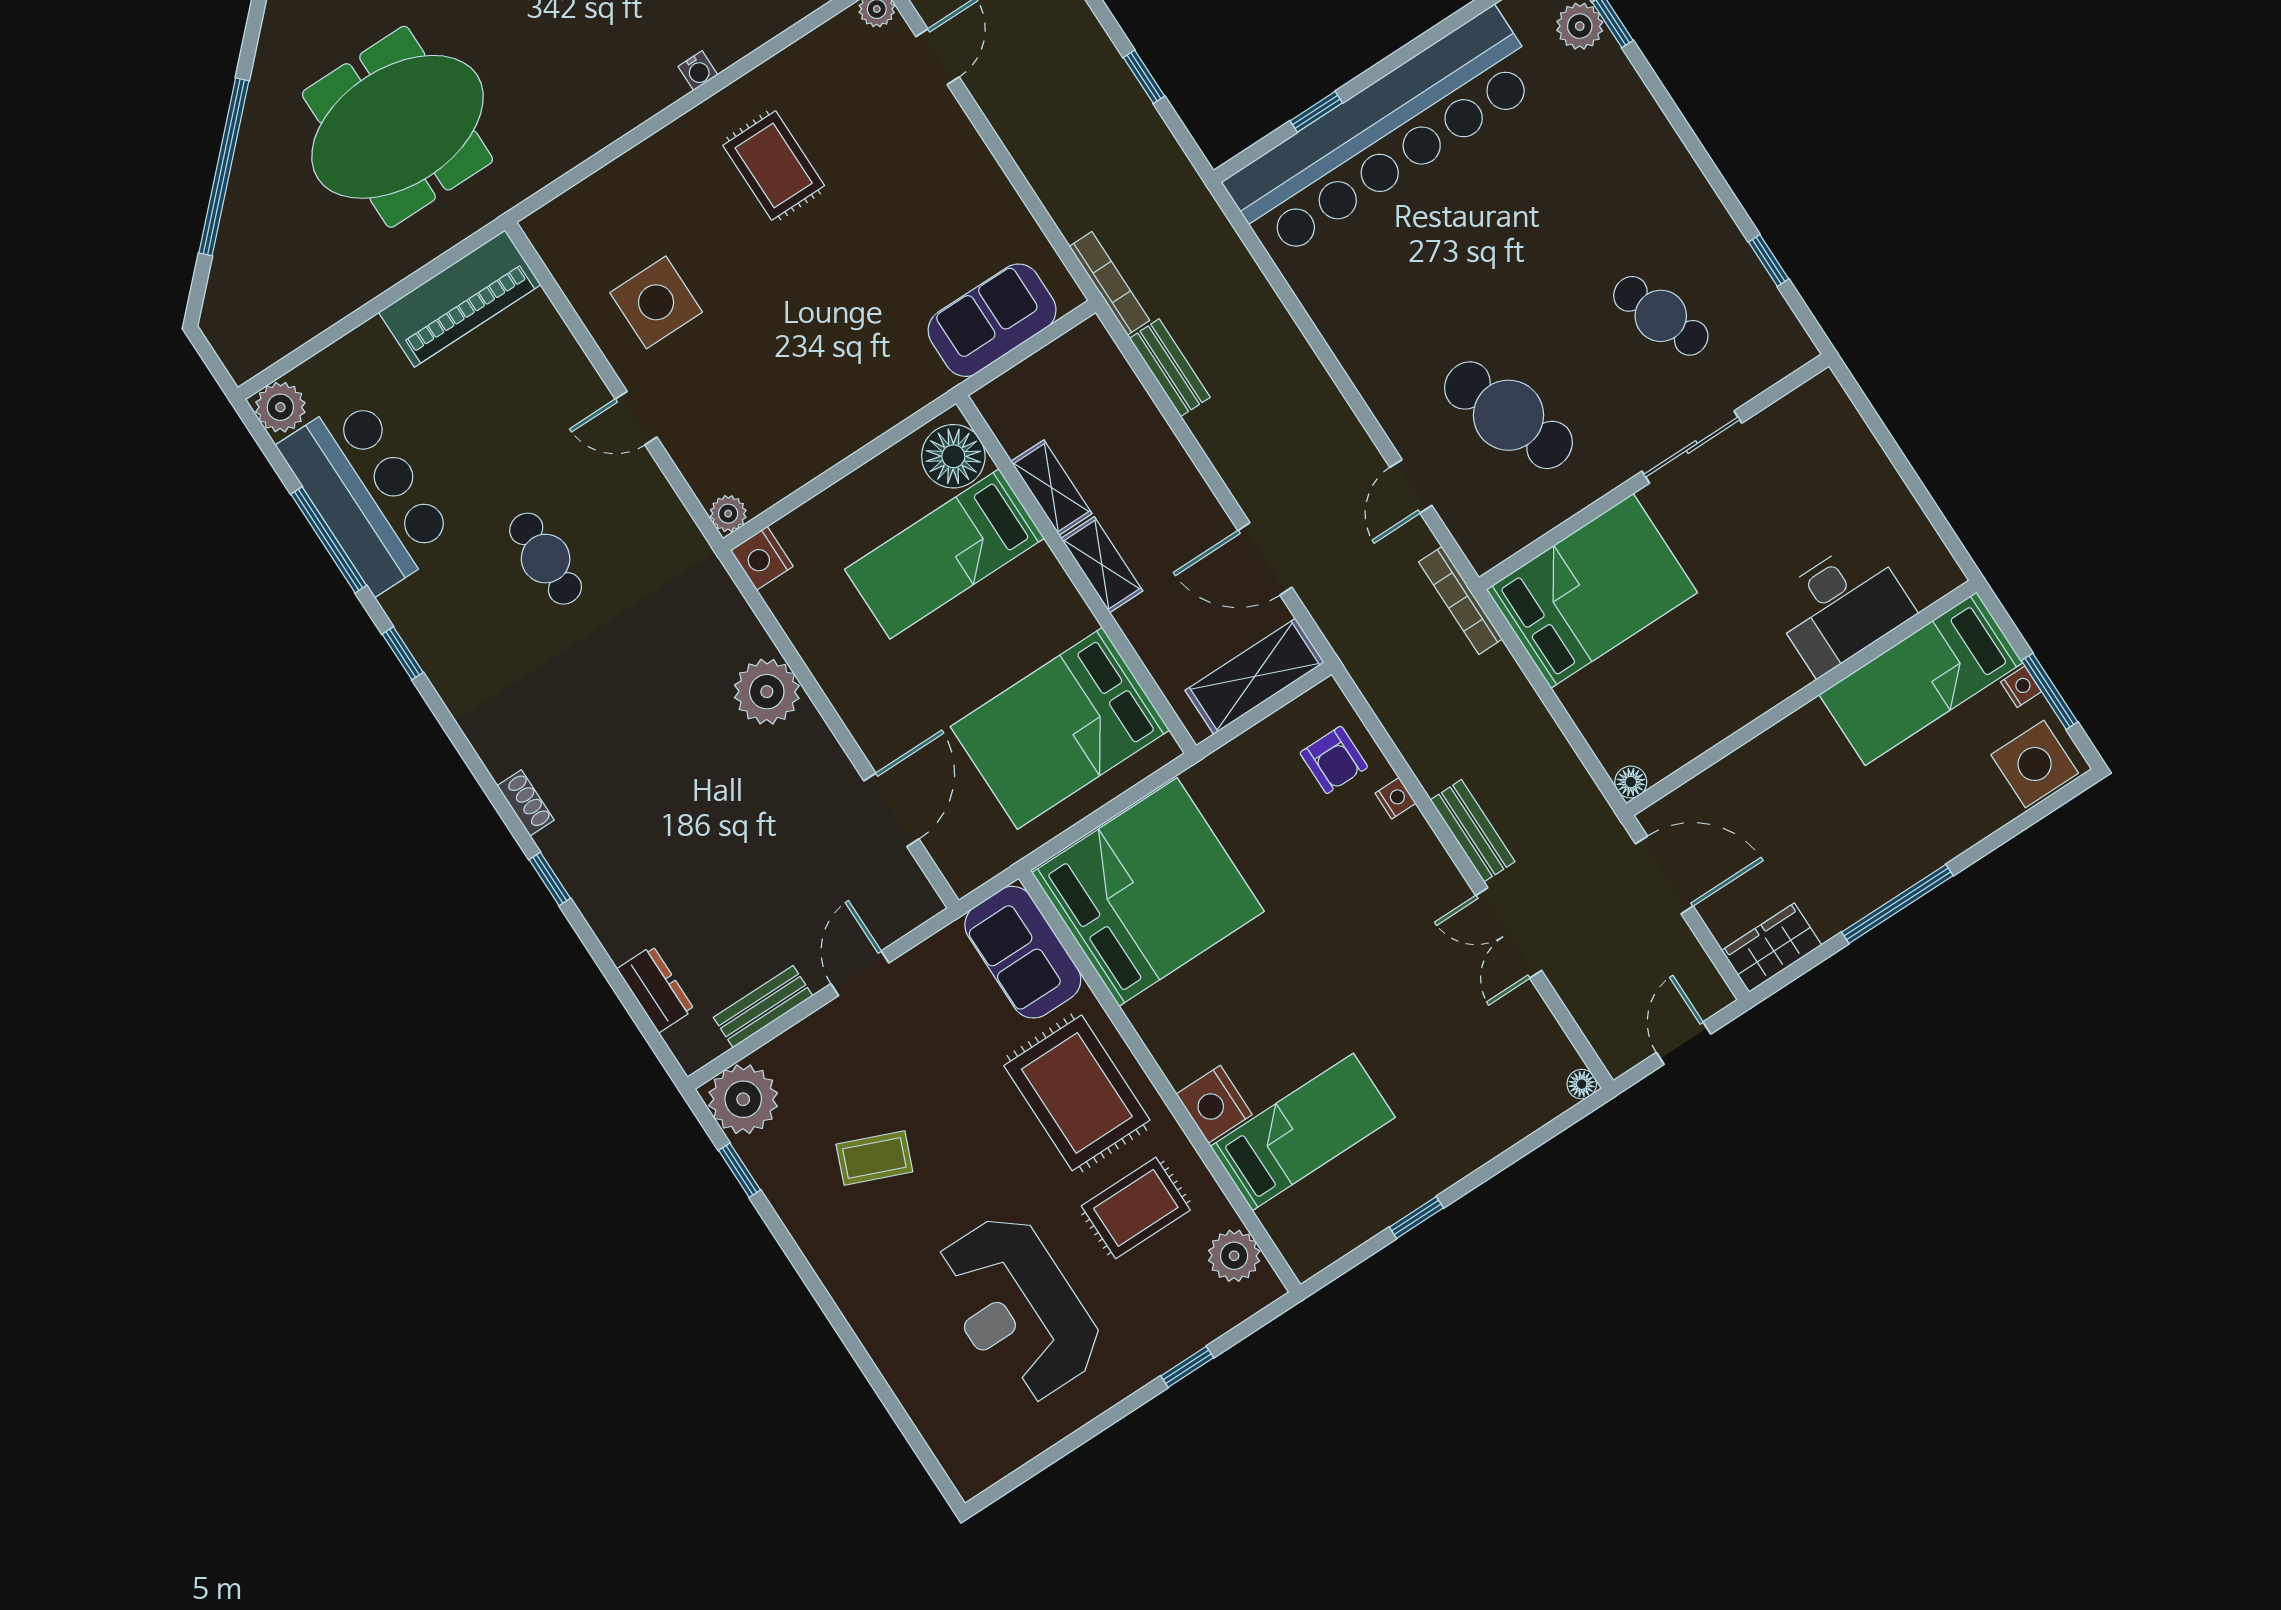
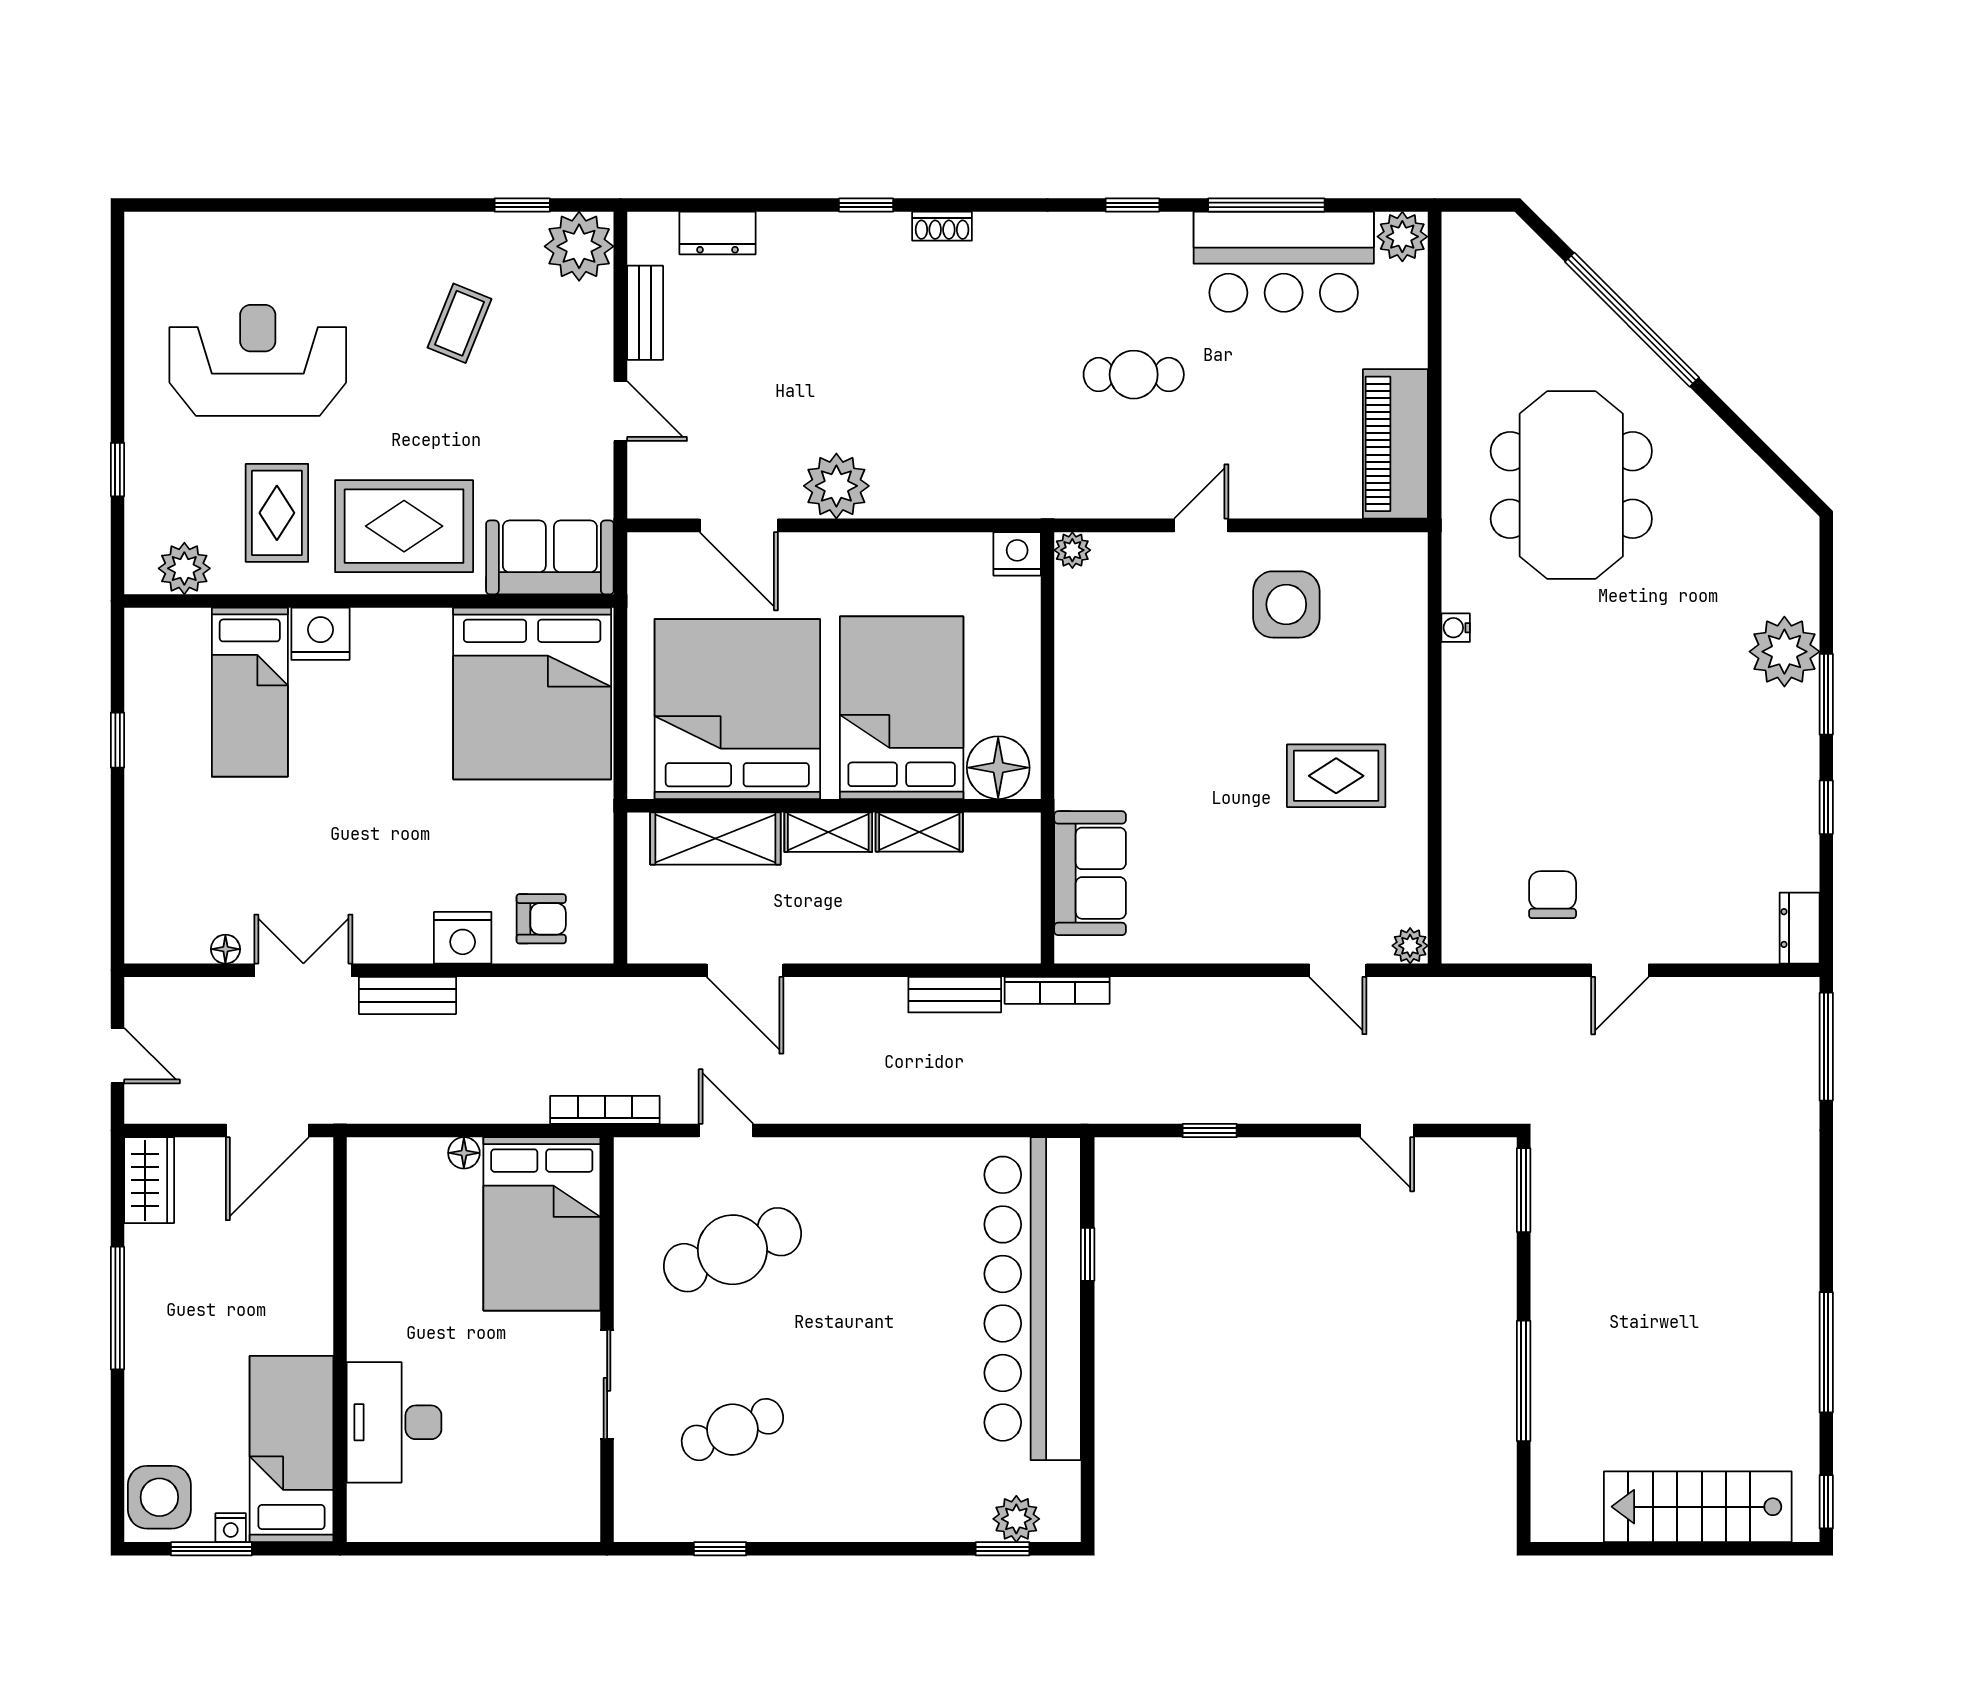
water cooler: (698, 71) -> (1456, 628), moved
bed: (945, 554) -> (902, 708), width x1.50
door: (1265, 559) -> (745, 970), swing flipped
shelving: (1255, 676) -> (715, 838), moved, turned 90
plant: (767, 692) -> (836, 486), moved
bed: (1060, 728) -> (737, 709), width x1.36
armchair: (1334, 760) -> (541, 919), turned 180
floor lamp: (1631, 782) -> (464, 1153), moved
nightstand: (1395, 798) -> (463, 938), width x1.89, depth x1.79
floor lamp: (1582, 1084) -> (225, 949), moved

